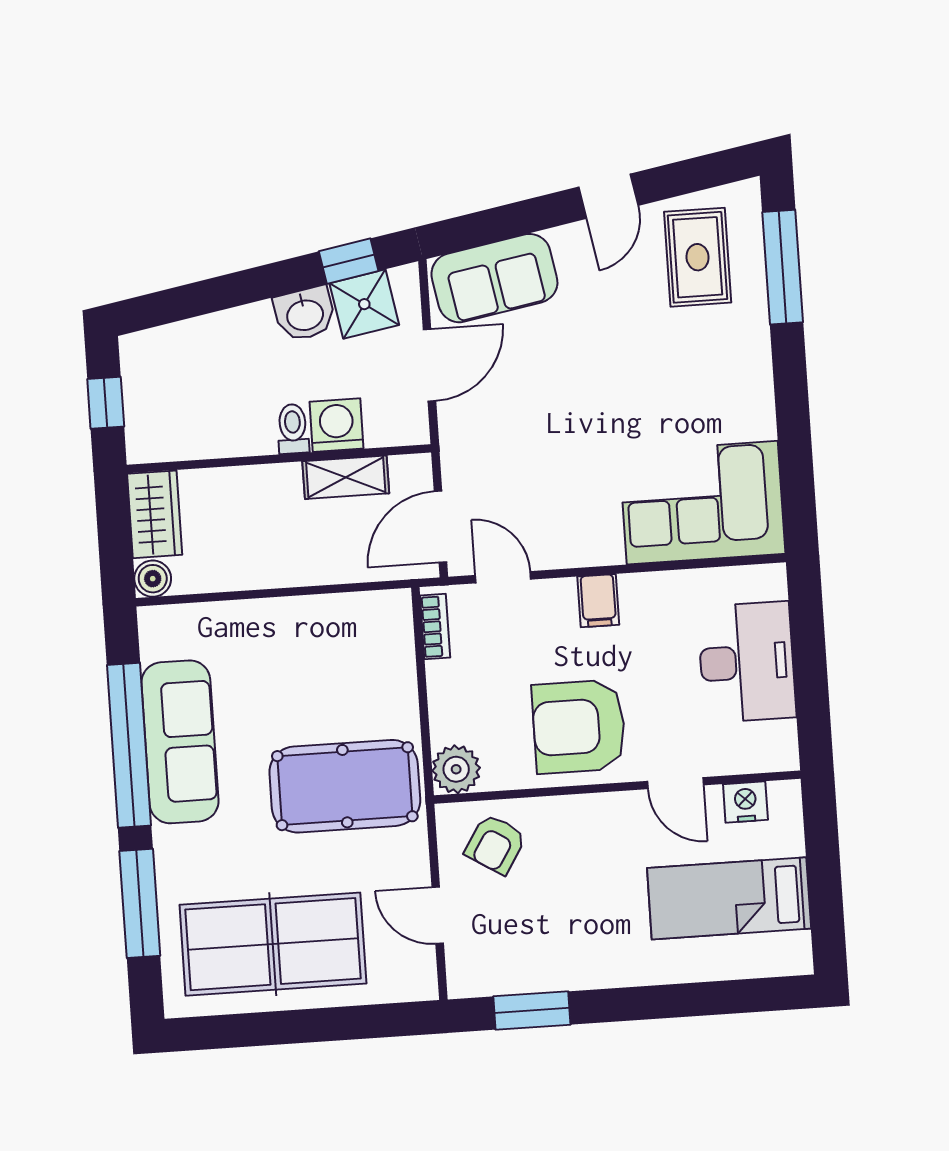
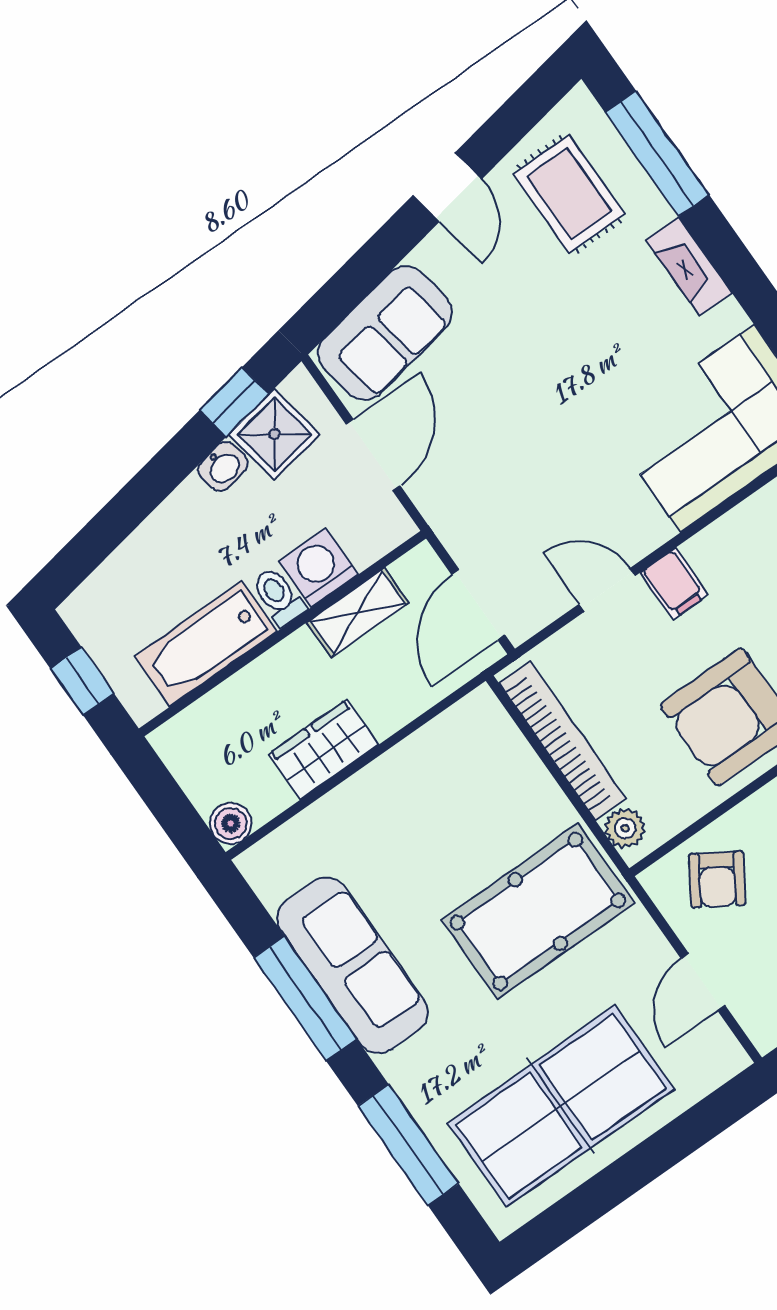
washbasin: (305, 314) -> (223, 466), width x0.72, depth x0.69
fireplace: (755, 367) -> (689, 266), added
bathtub: (216, 431) -> (206, 644), added
wardrobe: (155, 514) -> (324, 749), moved, turned -90
door: (503, 577) -> (607, 590), moved
bookcase: (435, 627) -> (563, 741), width x2.31, depth x1.31
window: (129, 745) -> (305, 998), width x0.68
plant: (456, 769) -> (625, 828), width x0.73, depth x0.73
door: (438, 915) -> (703, 982), hinge flipped

